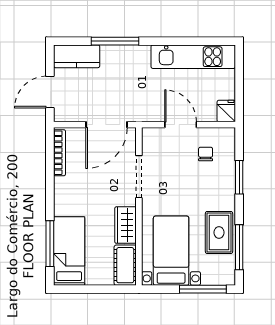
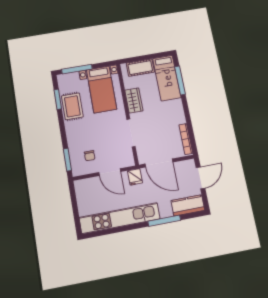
kitchen unit: (193, 57) -> (120, 218), width x1.36
fridge: (226, 111) -> (135, 177), moved
door: (106, 125) -> (159, 163), swing flipped
window: (239, 177) -> (67, 160), moved
window: (239, 247) -> (58, 99), width x0.69
cot: (125, 265) -> (140, 68), moved, turned 90

